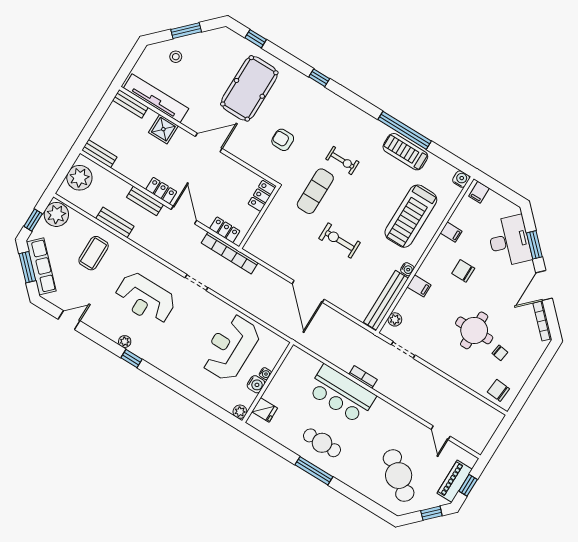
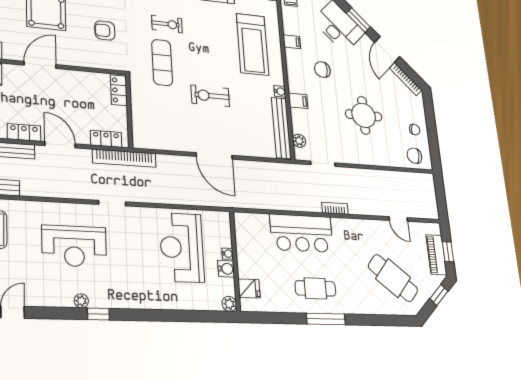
chair: (500, 353) -> (415, 130), moved
bookcase: (363, 377) -> (335, 208), moved

